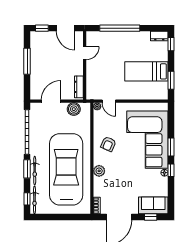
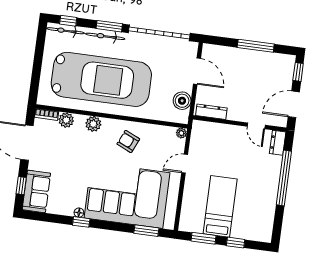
dresser: (159, 36) -> (278, 143), moved
window: (171, 44) -> (236, 243), moved
door: (109, 101) -> (185, 164), moved
window: (171, 147) -> (146, 231), moved
plant: (99, 191) -> (66, 120), added

